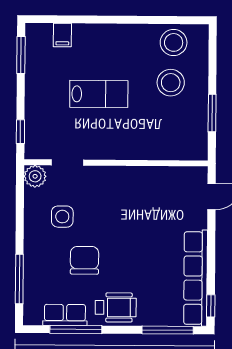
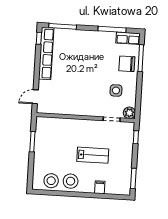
filing cabinet: (62, 35) -> (100, 187), moved
stool: (171, 83) -> (71, 181), moved
lab bench: (99, 94) -> (93, 155), turned 180
chair: (84, 260) -> (127, 64), moved, turned 90
wheelchair: (116, 307) -> (90, 40), removed
row of seats: (65, 315) -> (128, 38), moved

